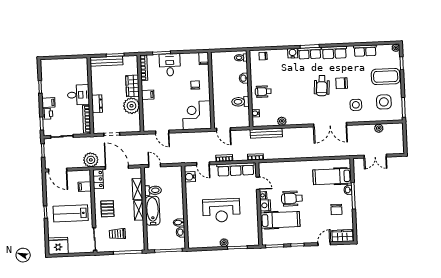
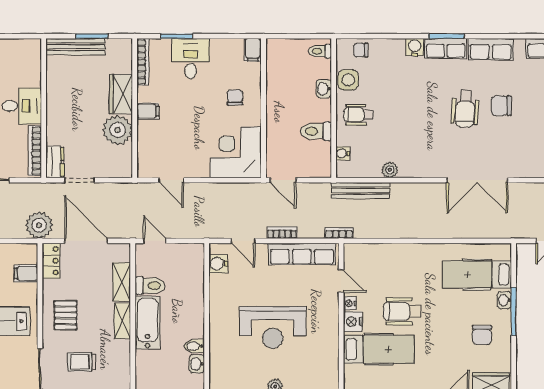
dresser: (97, 104) -> (55, 162), moved
side table: (356, 105) -> (348, 80), moved

